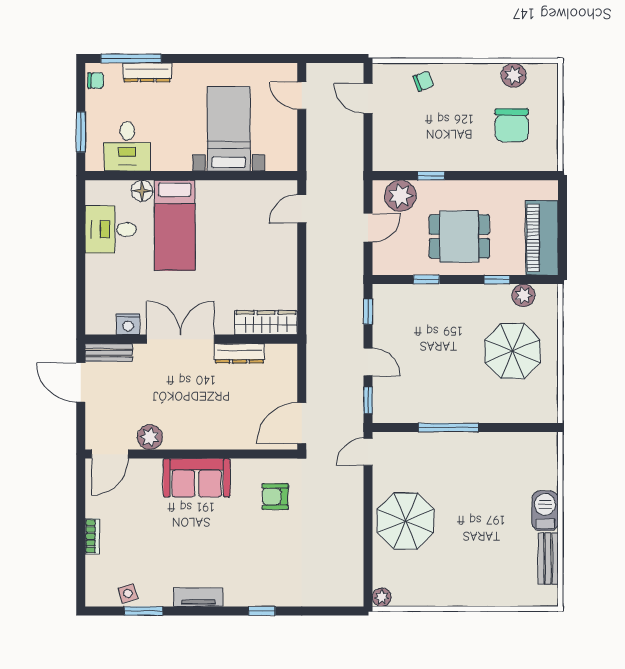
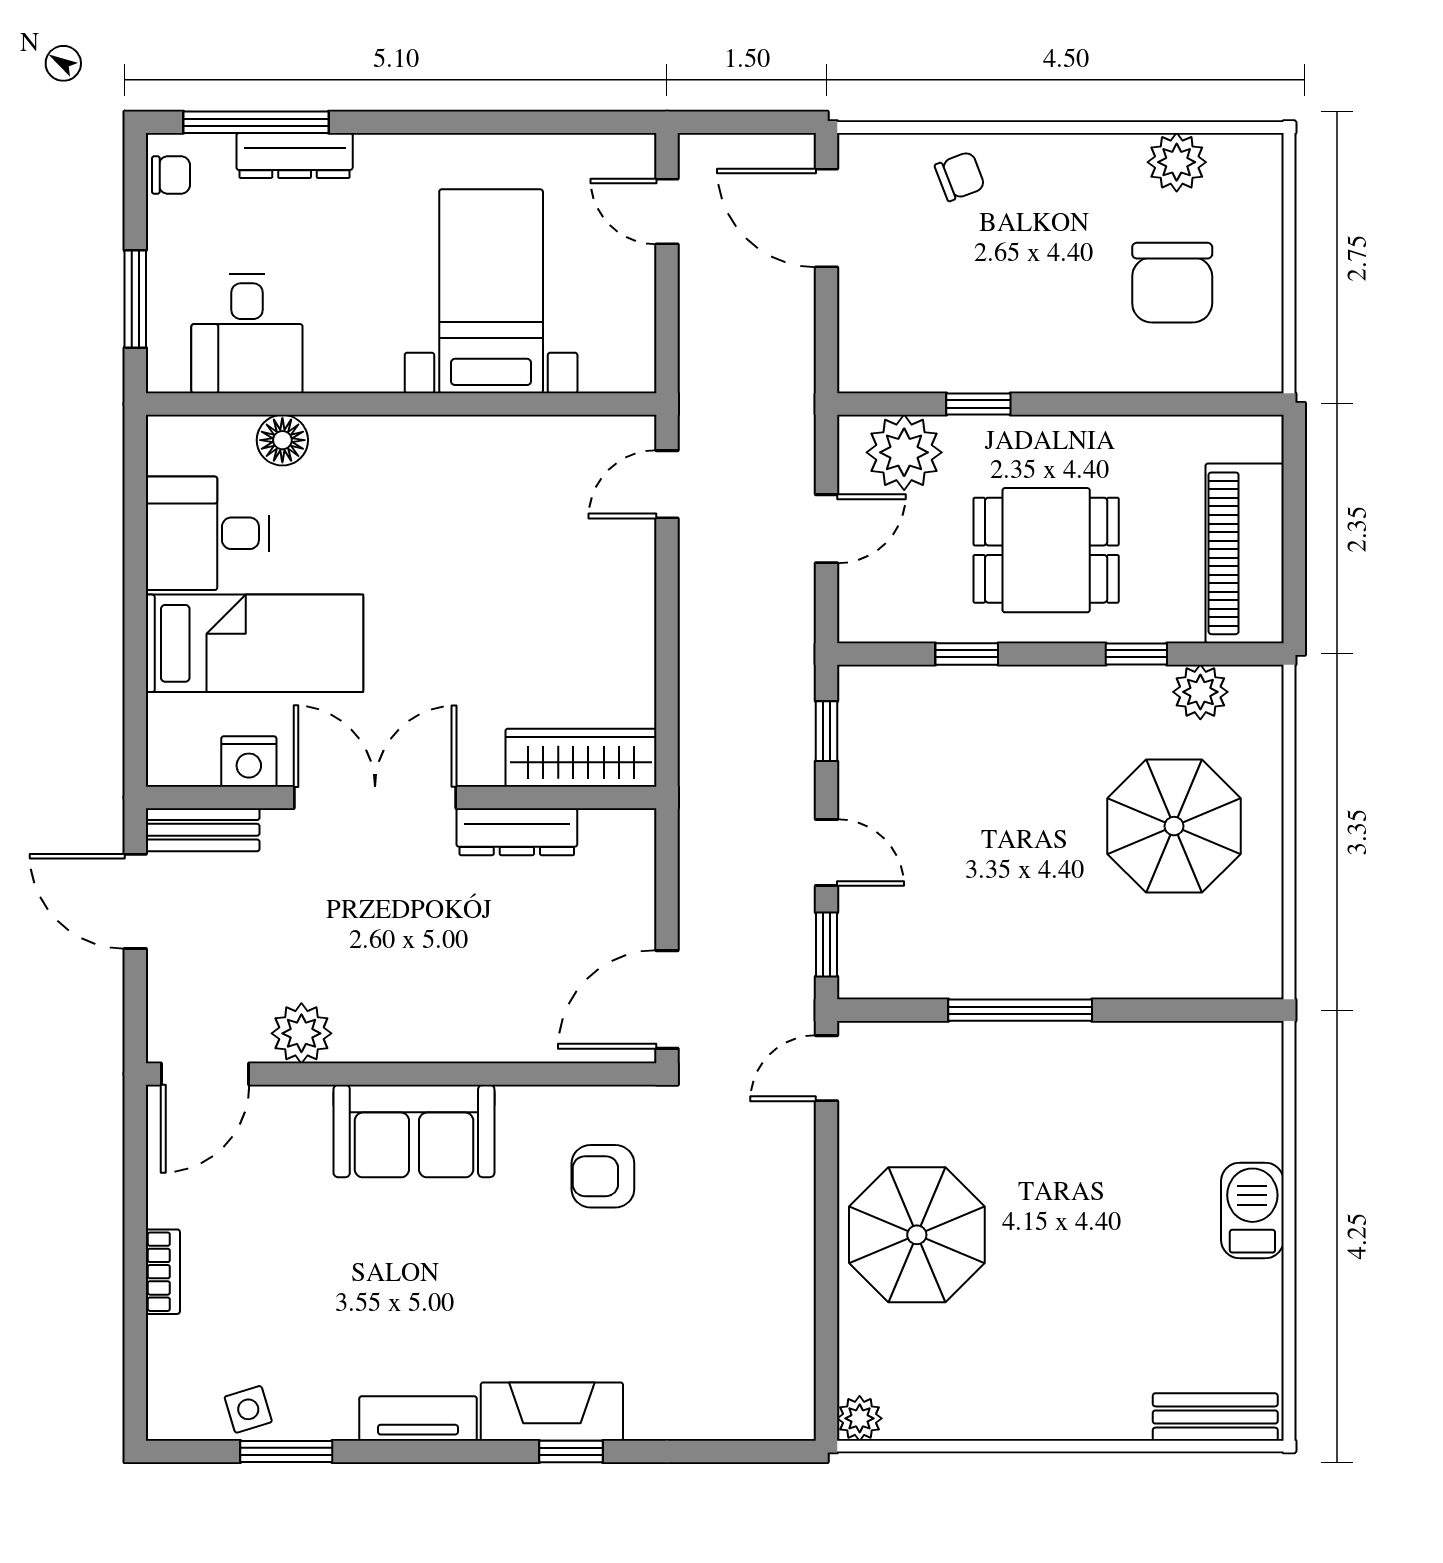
door: (368, 98) -> (826, 218), width x1.38
bed: (175, 225) -> (255, 643), moved, turned -90
bench: (548, 558) -> (1215, 1417), moved, turned 90
fireplace: (254, 594) -> (552, 1412), added

